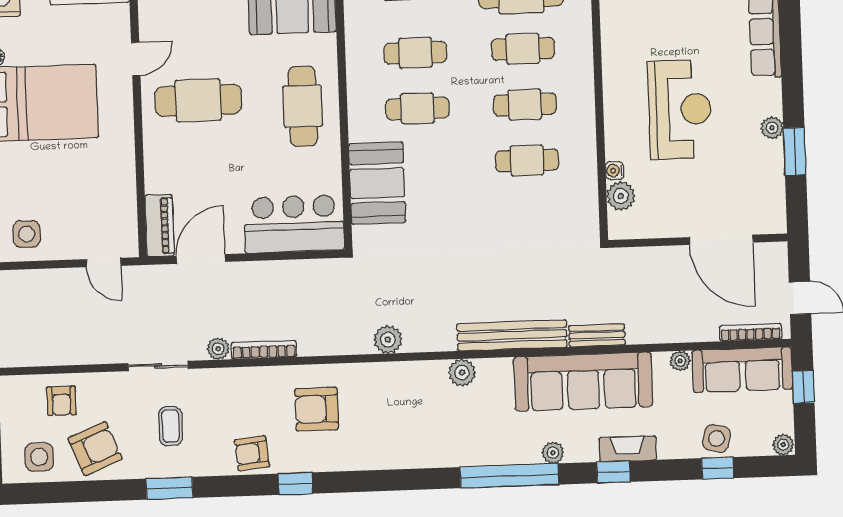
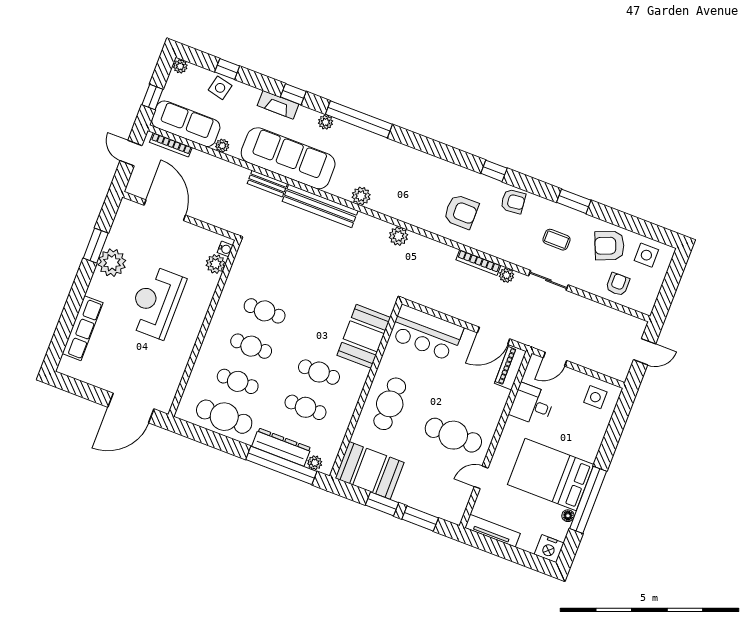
plant: (772, 128) -> (112, 263), width x1.87, depth x1.87
water cooler: (615, 171) -> (225, 249), moved
desk: (109, 187) -> (532, 405), added
door: (104, 262) -> (555, 359), swing flipped
coffee table: (171, 426) -> (557, 240), turned 90

